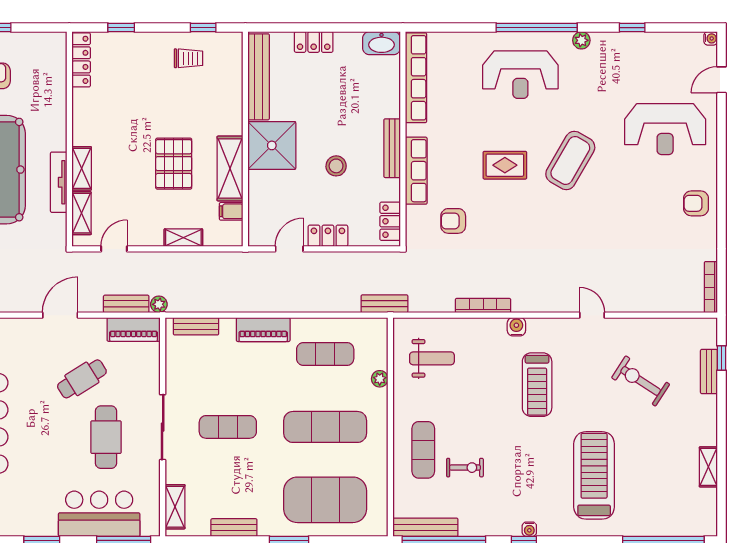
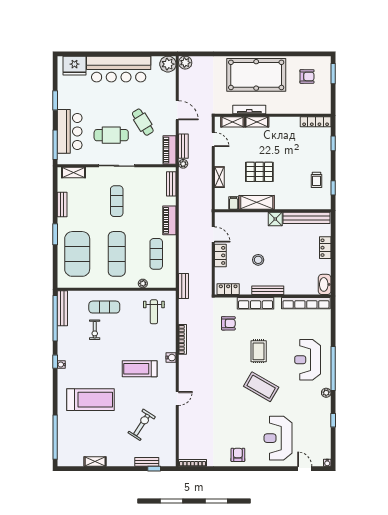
shower: (272, 145) -> (275, 219), width x0.54, depth x0.54
armchair: (453, 221) -> (228, 323), turned 90

